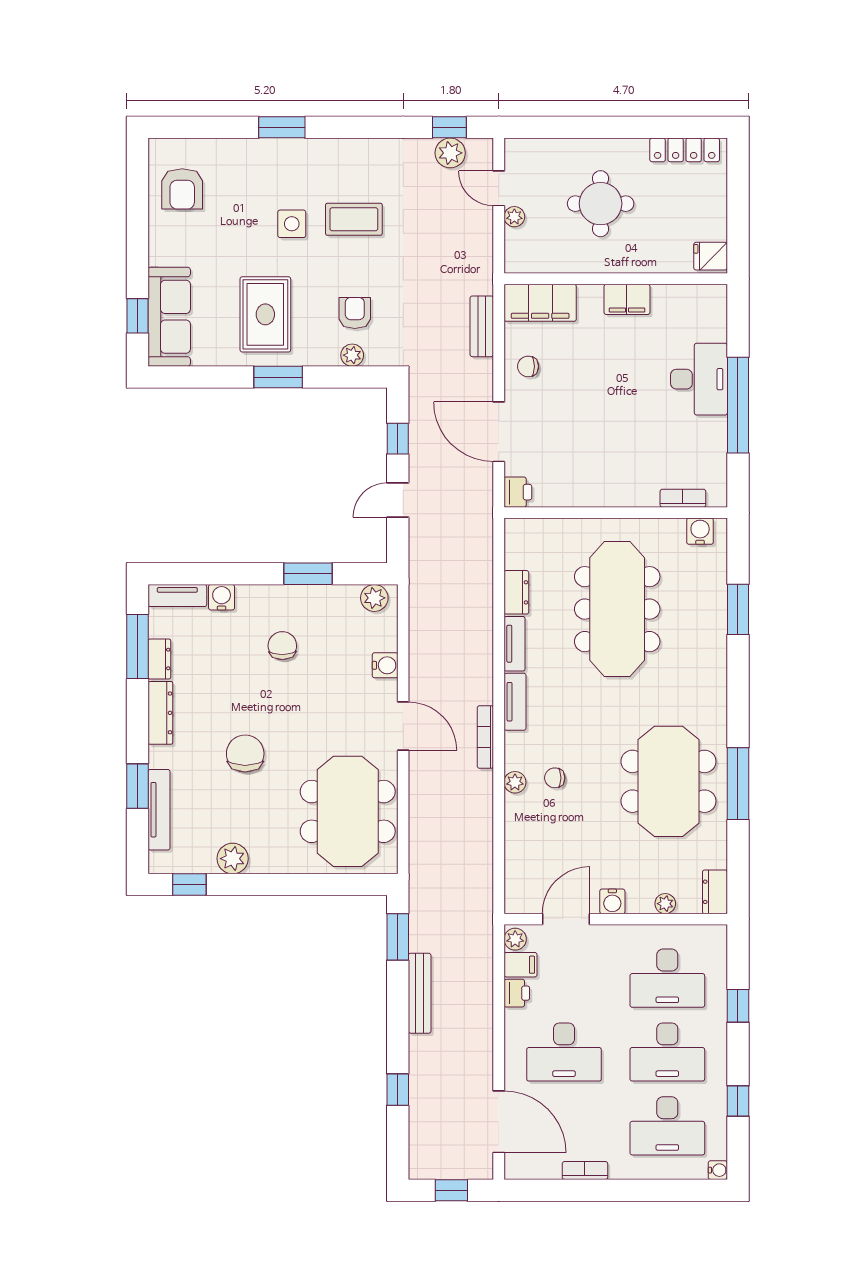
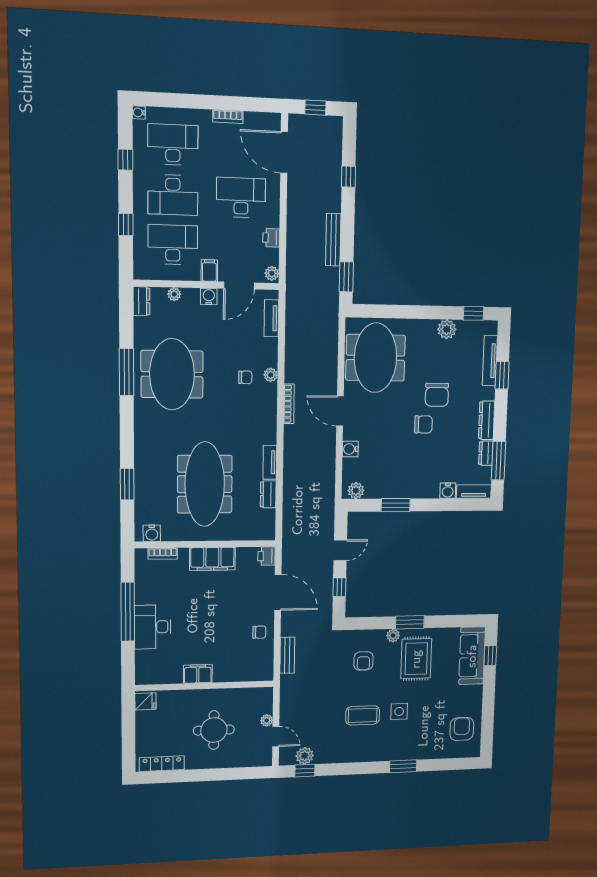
filing cabinet: (540, 303) -> (212, 559), moved, turned 180
plant: (352, 355) -> (393, 635), moved
chair: (282, 646) -> (423, 424), moved, turned -89
tv unit: (515, 702) -> (271, 318), moved
filing cabinet: (520, 965) -> (209, 270), moved, turned 90
desk: (667, 1052) -> (173, 195), turned 180

